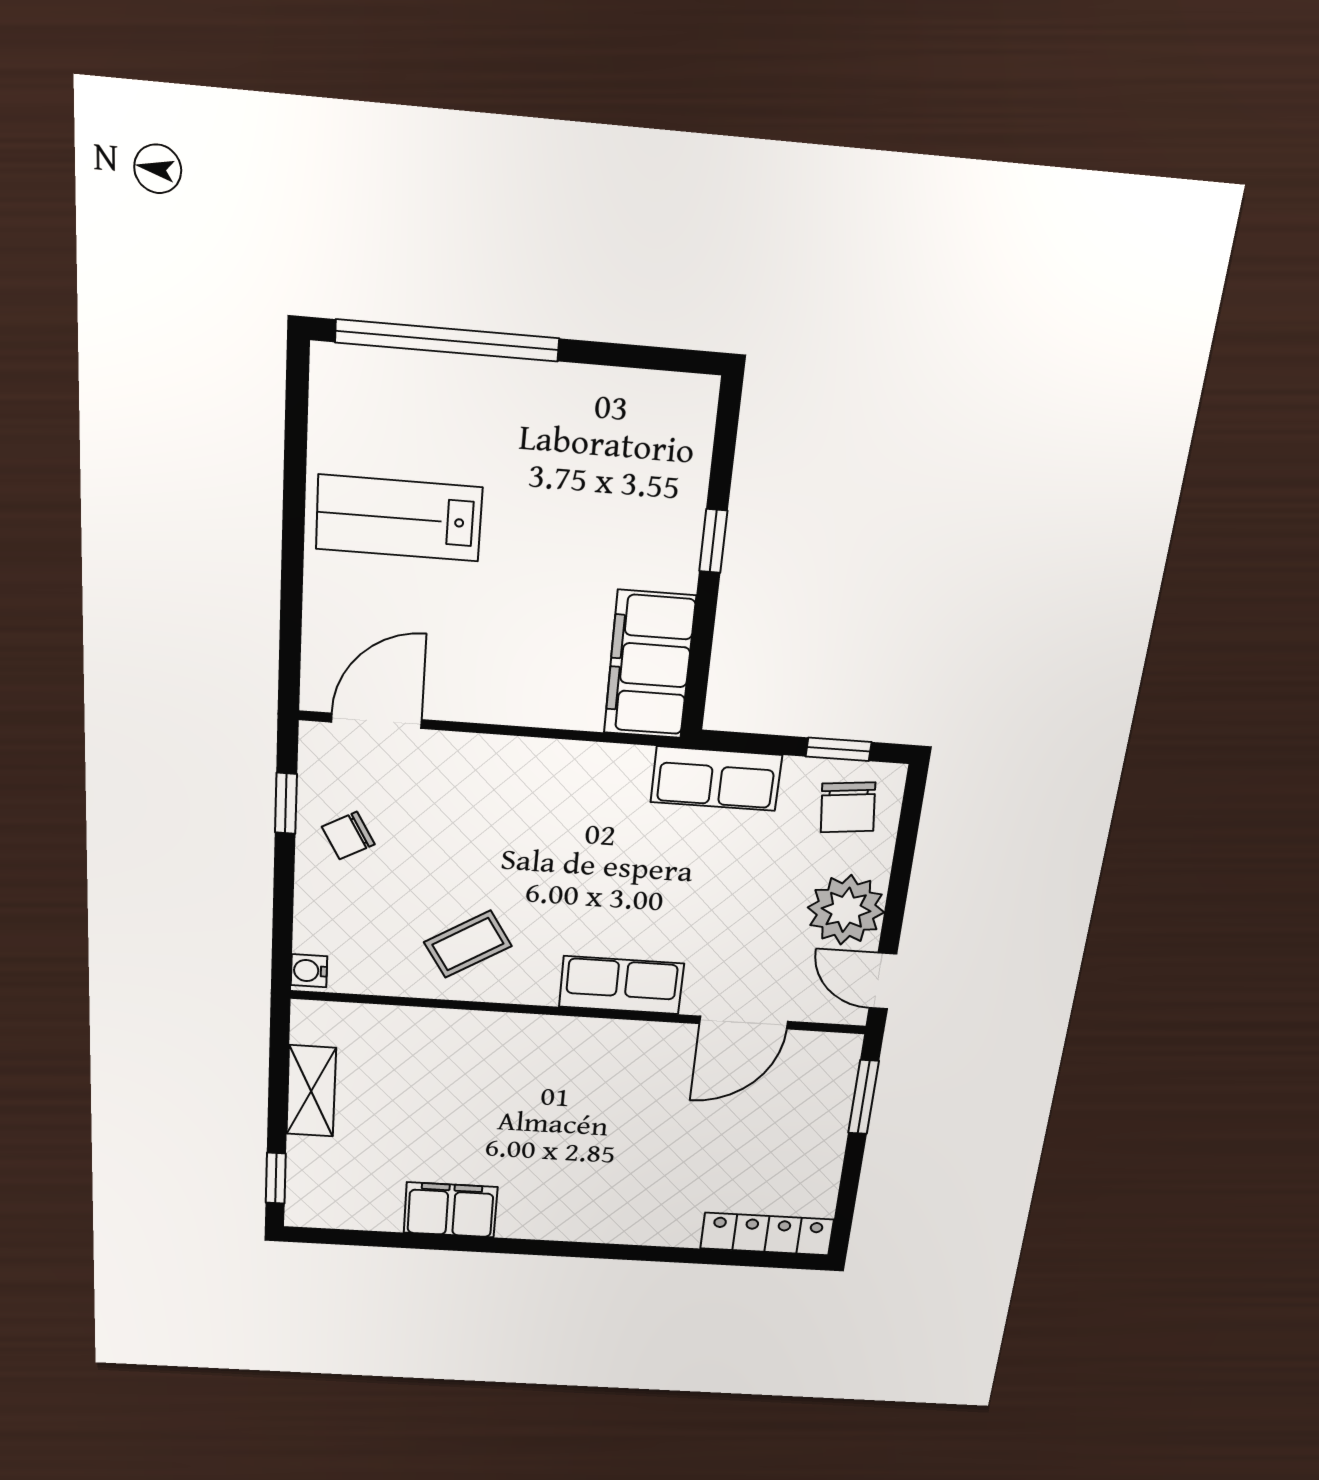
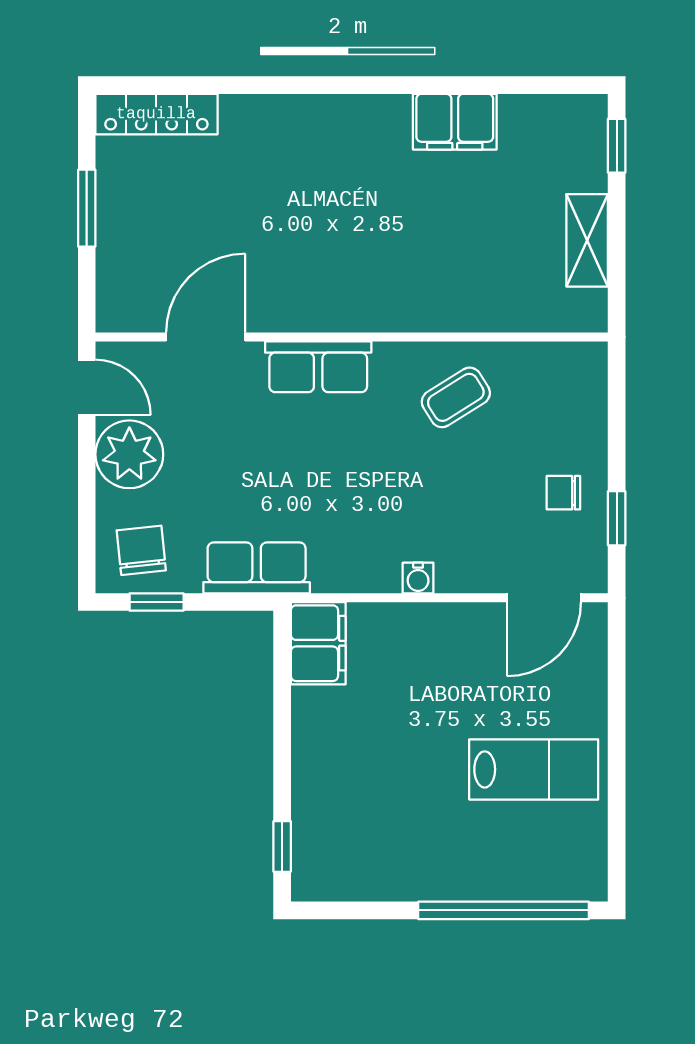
window: (713, 541) -> (282, 846), moved
filing cabinet: (650, 665) -> (318, 643), width x0.67, depth x0.86
chair: (348, 836) -> (563, 493), turned -151
water cooler: (309, 971) -> (418, 578), moved, turned 90
window: (863, 1097) -> (87, 208), moved

